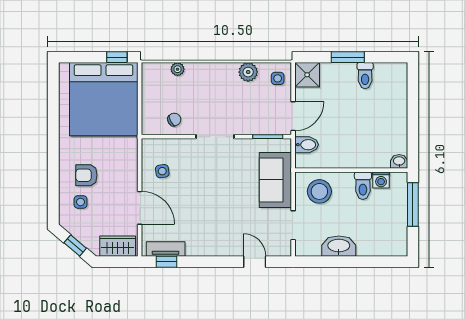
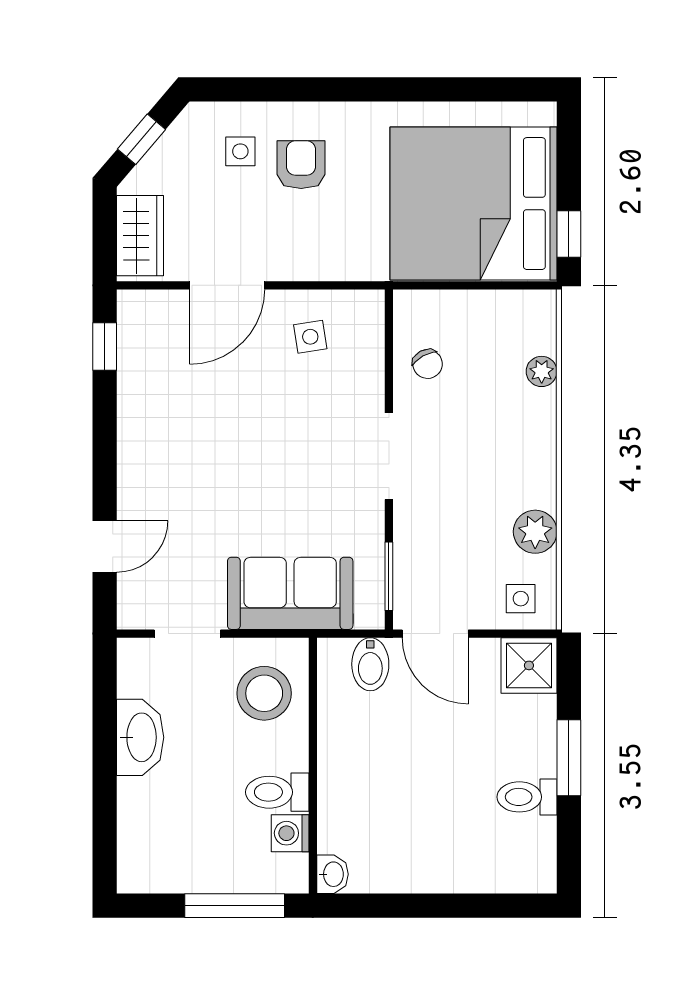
tv unit: (166, 249) -> (133, 344), removed

